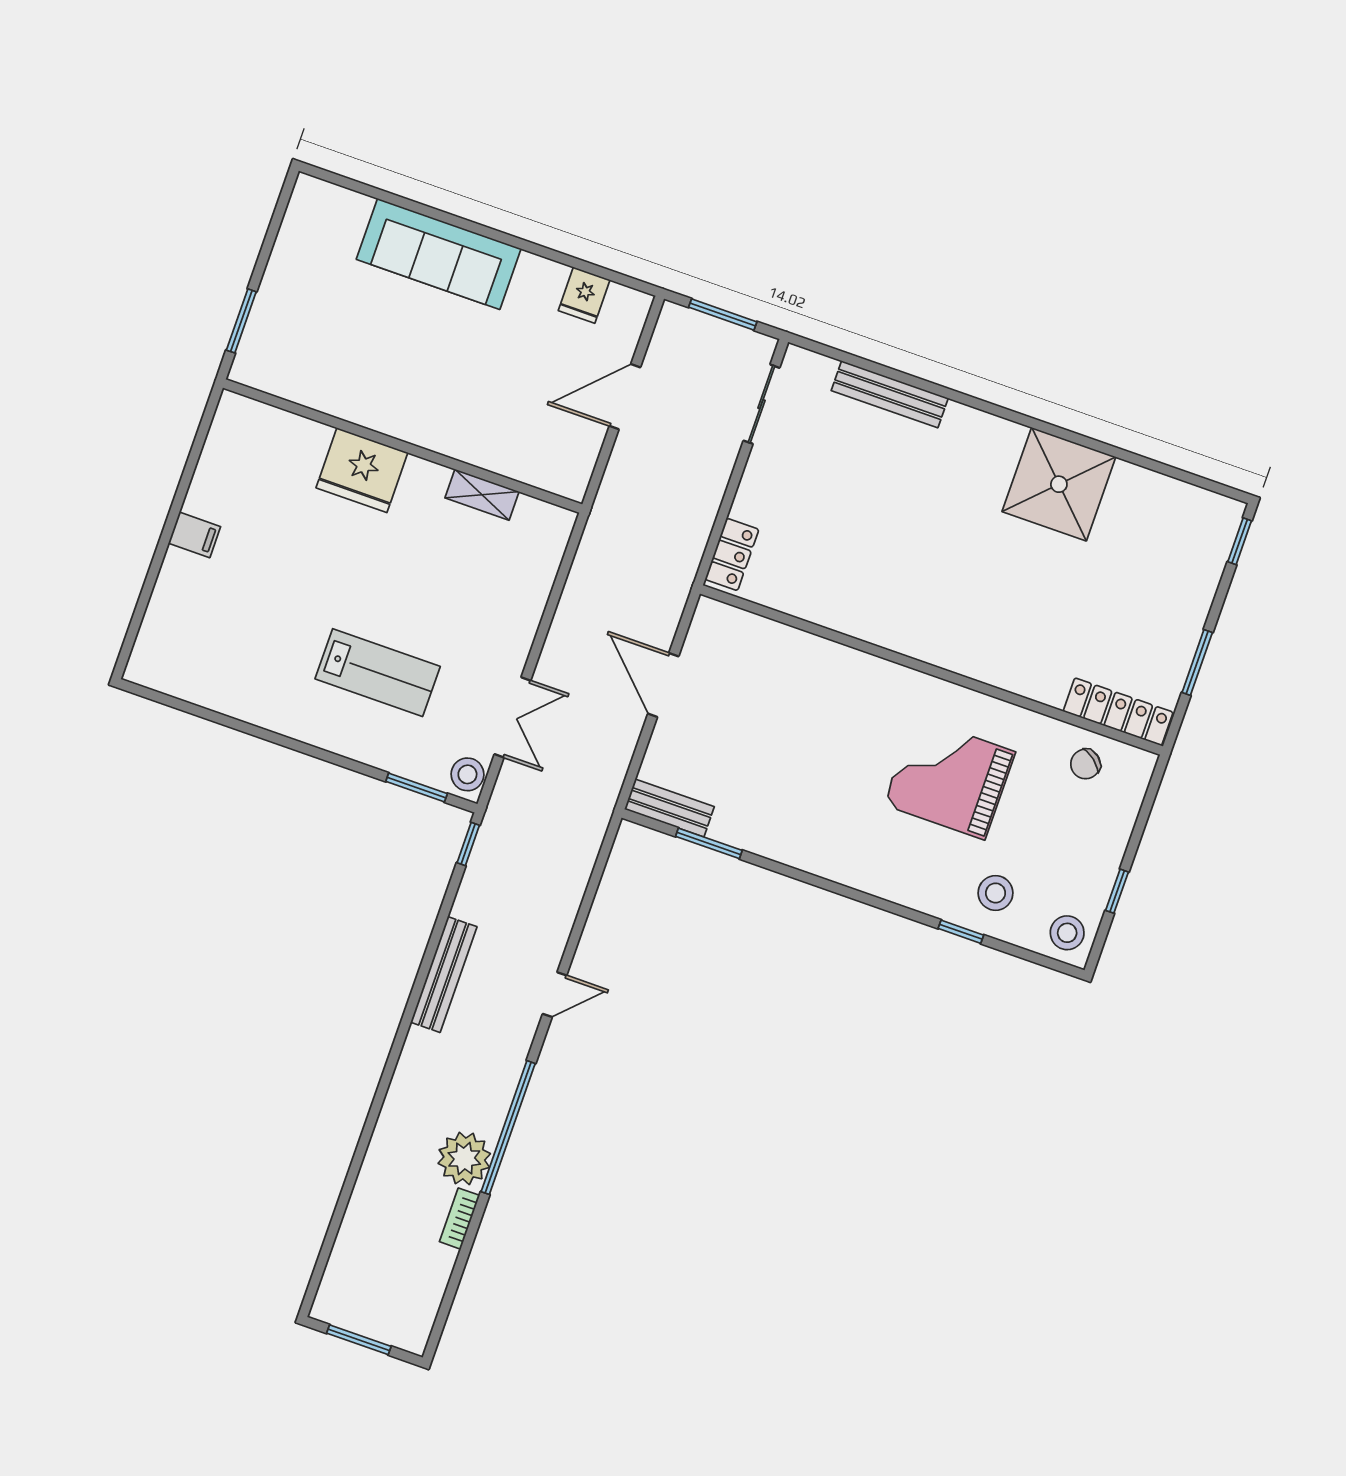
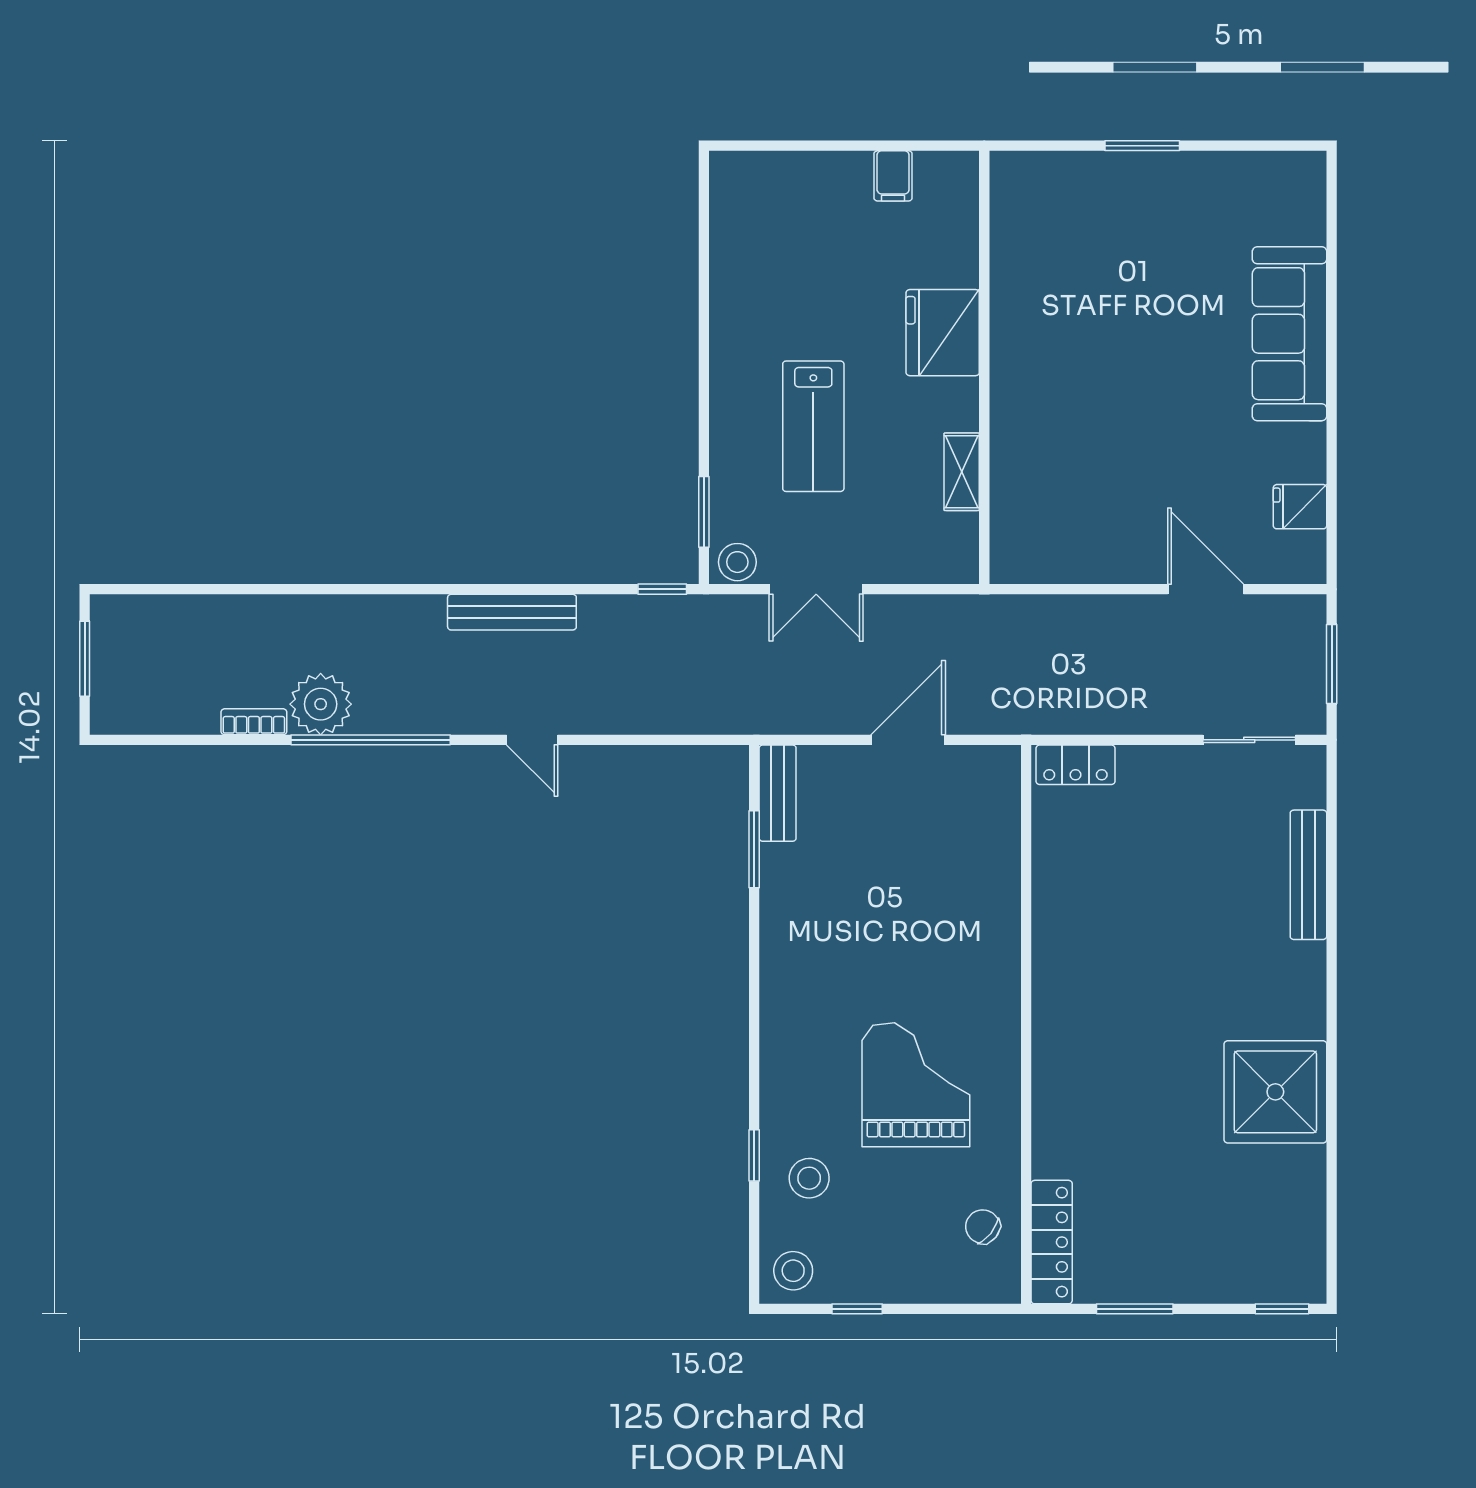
wall: (403, 446) -> (984, 367), moved
fridge: (362, 470) -> (943, 333), moved
shelving: (482, 495) -> (962, 472), moved

